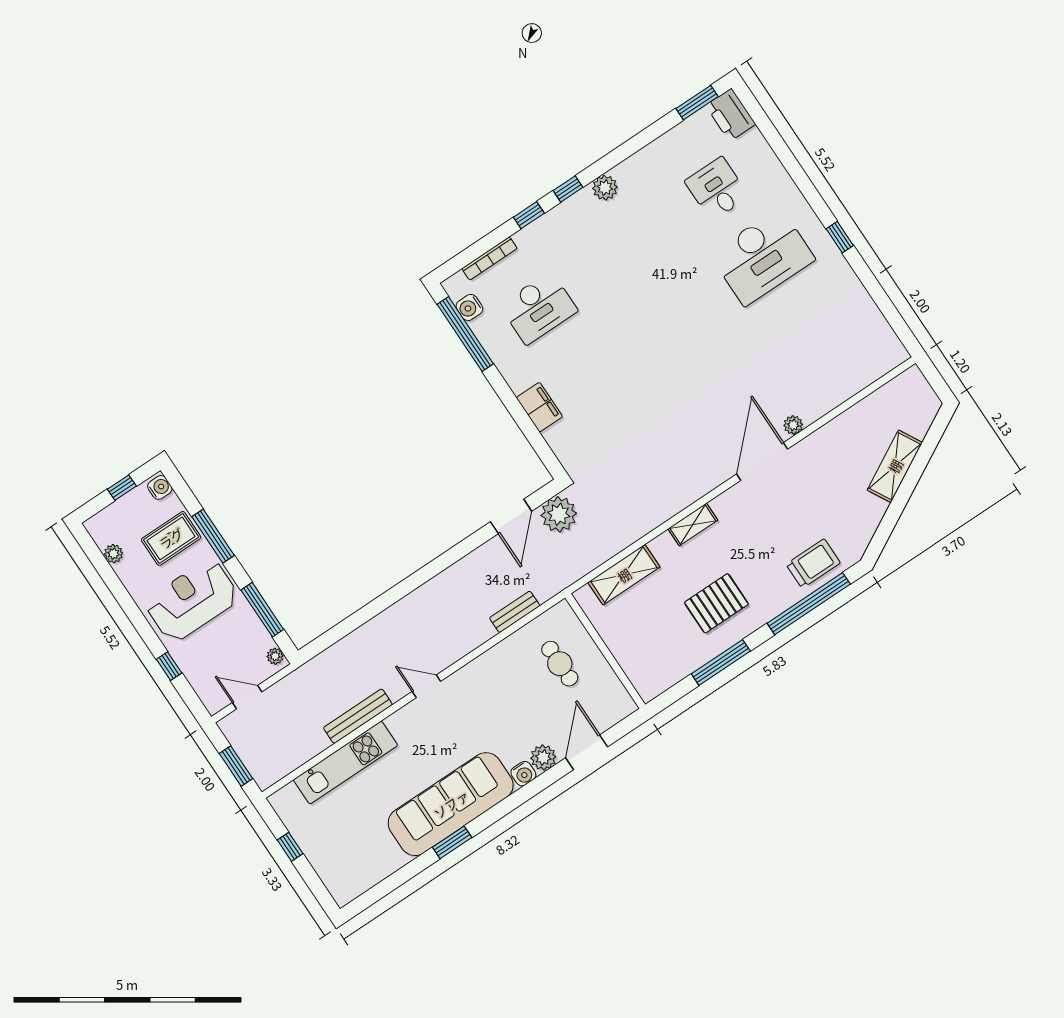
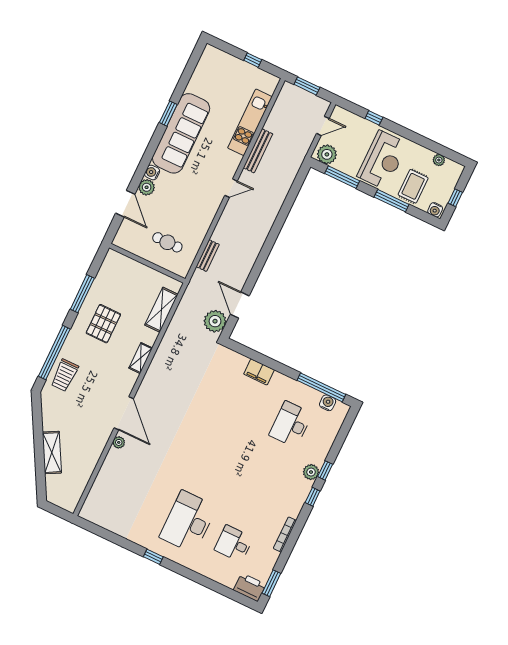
plant: (605, 188) -> (311, 472), moved
desk: (717, 189) -> (234, 544), turned 180
bookcase: (490, 258) -> (285, 535), moved
plant: (275, 656) -> (327, 154), width x1.88, depth x1.88

